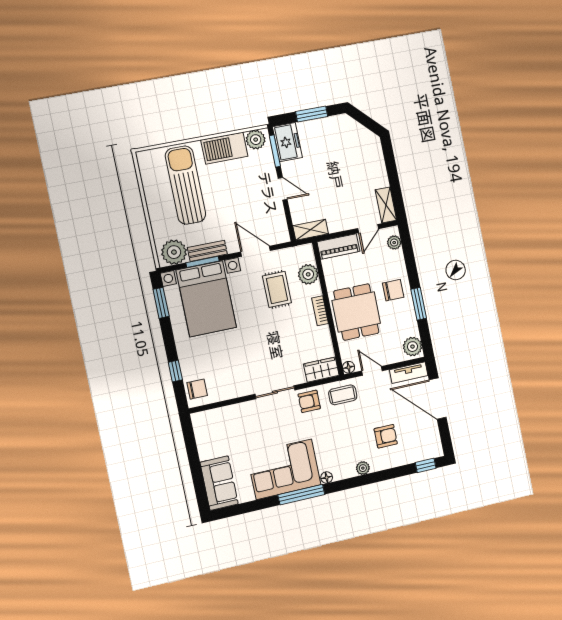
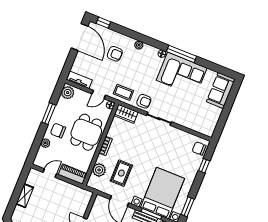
shelving: (386, 205) -> (25, 196), moved
shelving: (311, 230) -> (82, 193), removed
plant: (394, 243) -> (45, 143), moved
door: (372, 371) -> (99, 94), hinge flipped
door: (438, 399) -> (80, 37), moved
armchair: (386, 436) -> (115, 54), turned 180

